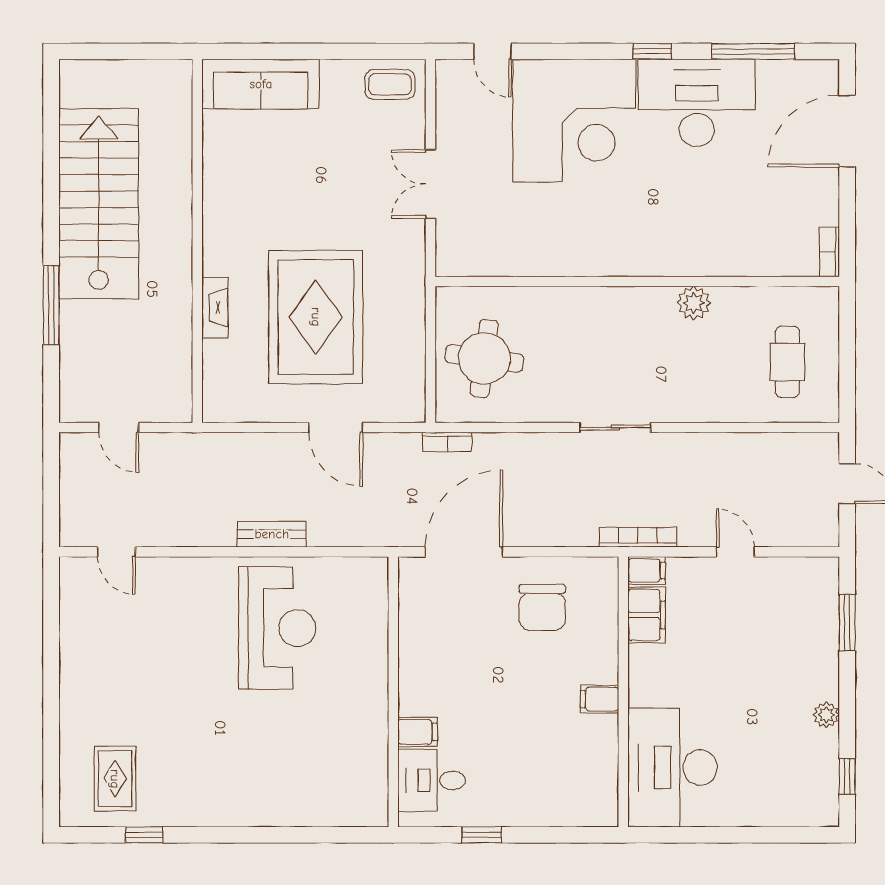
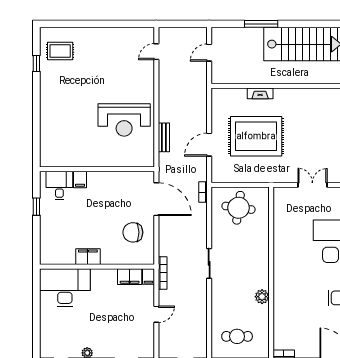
bench: (272, 534) -> (164, 137), moved
filing cabinet: (600, 699) -> (88, 257), width x2.00

